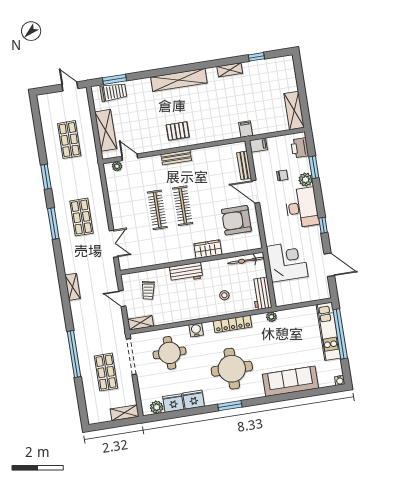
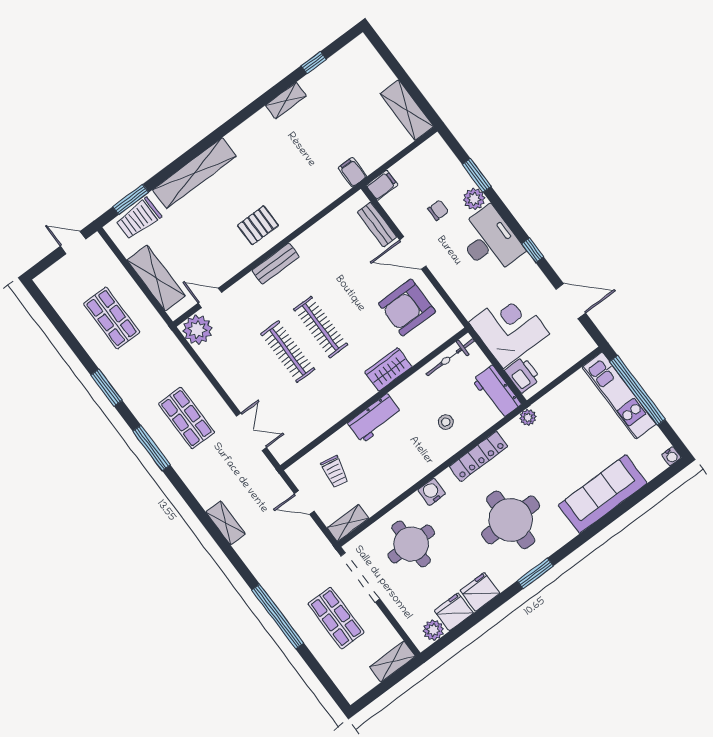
shelving: (179, 80) -> (194, 173), moved
trolley: (113, 92) -> (139, 218), turned 180
printer: (300, 148) -> (523, 375), moved, turned 180
plant: (117, 166) -> (197, 330), width x1.88, depth x1.88

